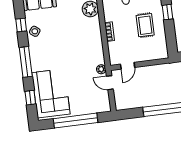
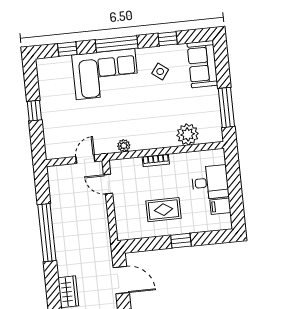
side table: (35, 31) -> (160, 71), moved
plant: (101, 69) -> (124, 146), moved
corner sofa: (51, 93) -> (105, 74), moved
window: (76, 121) -> (34, 111), width x0.32

